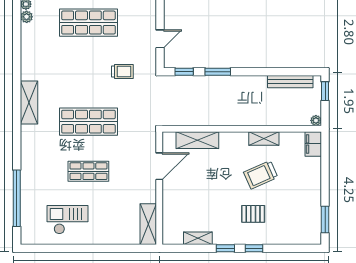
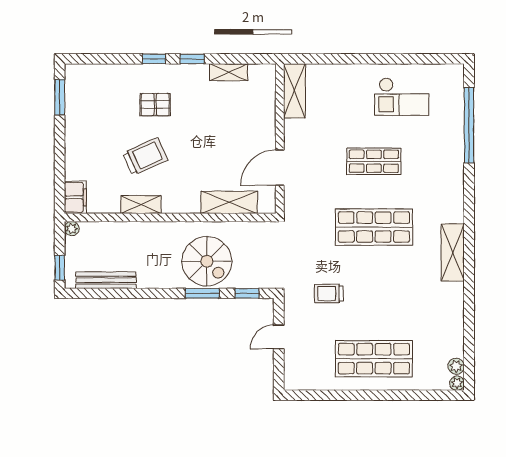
spiral stairs: (214, 96) -> (207, 261), added

